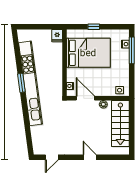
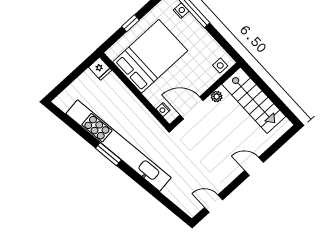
door: (52, 157) -> (214, 204), swing flipped

